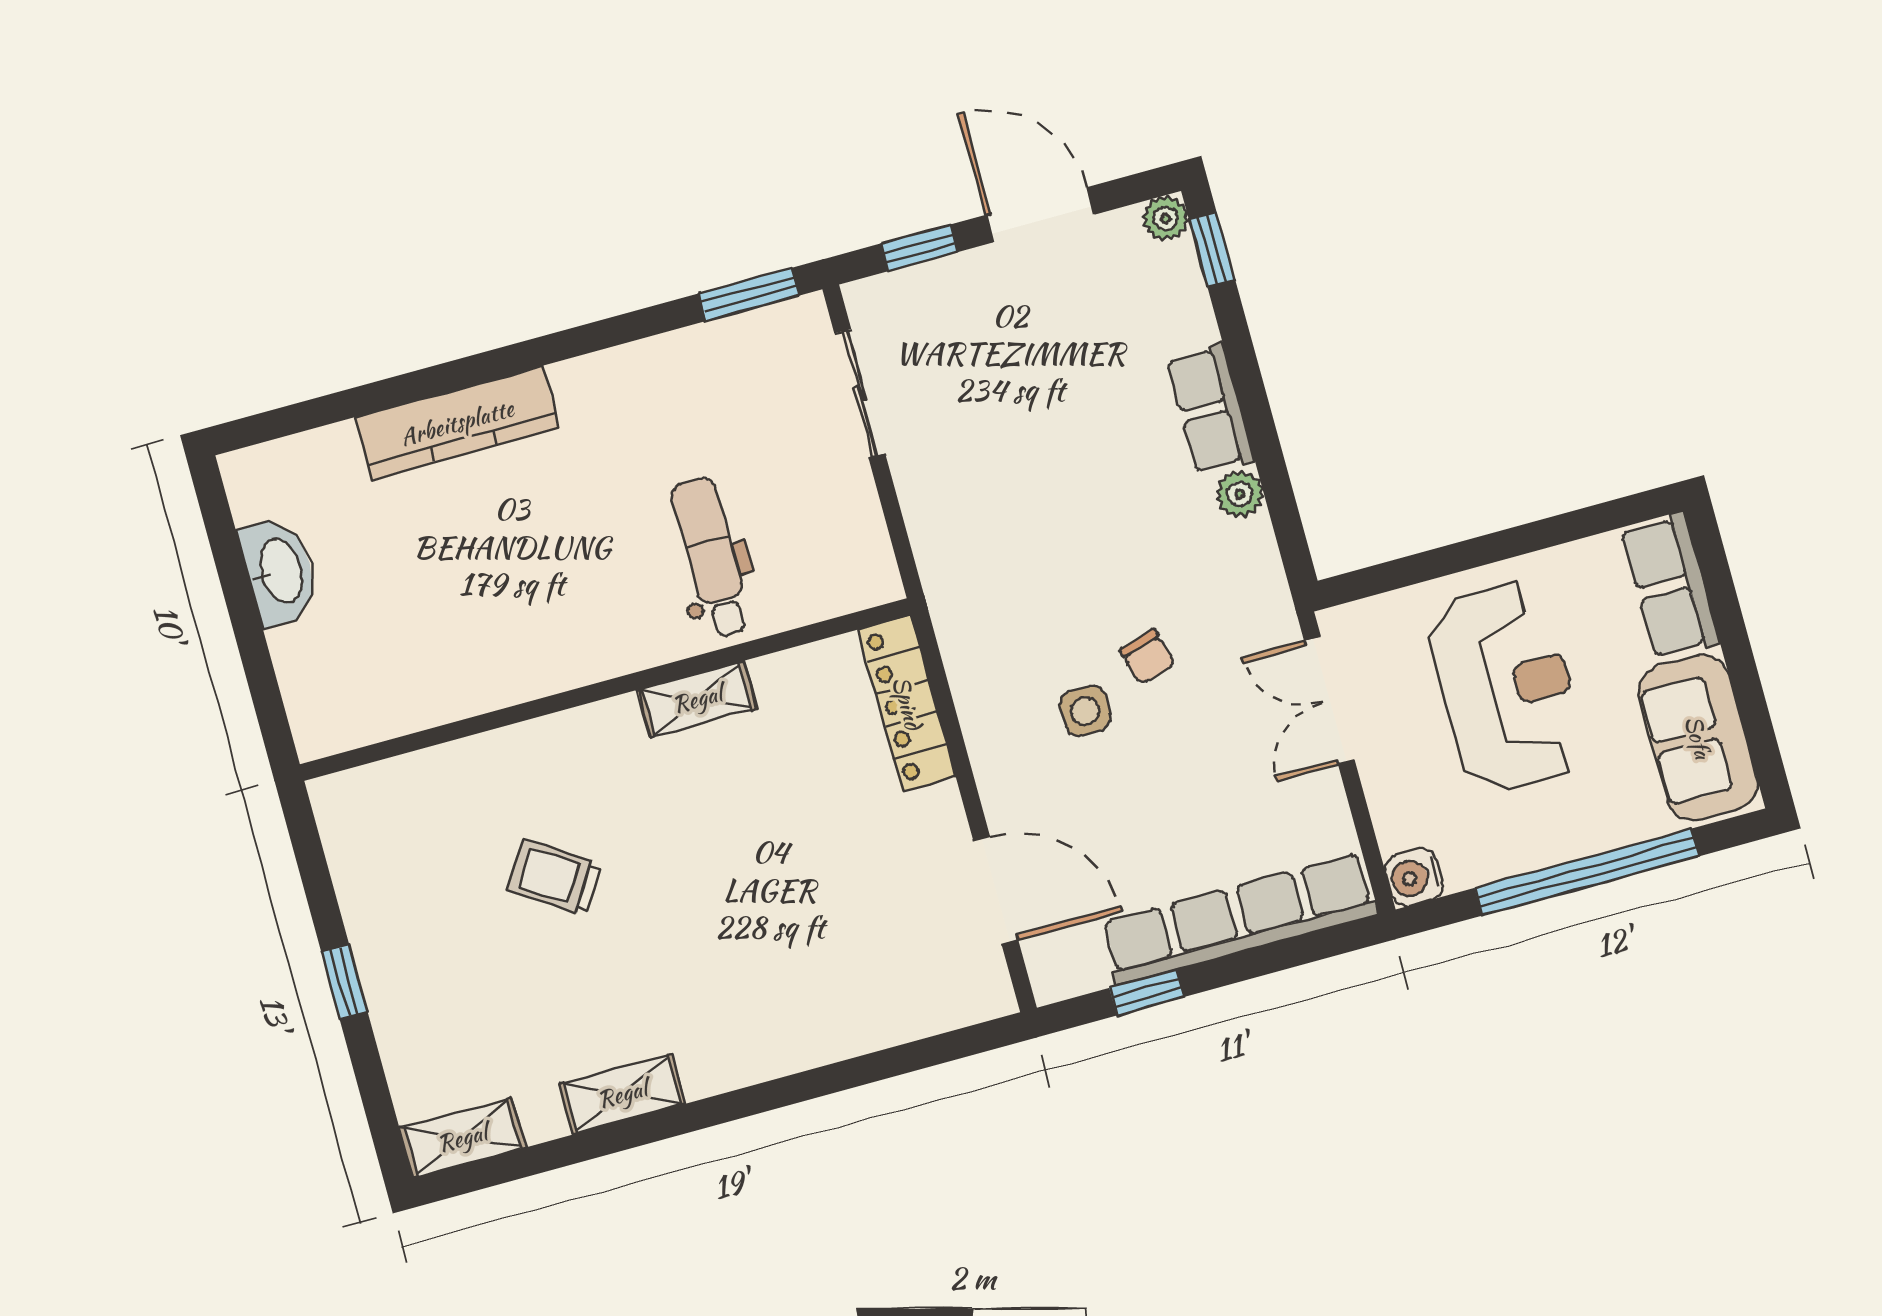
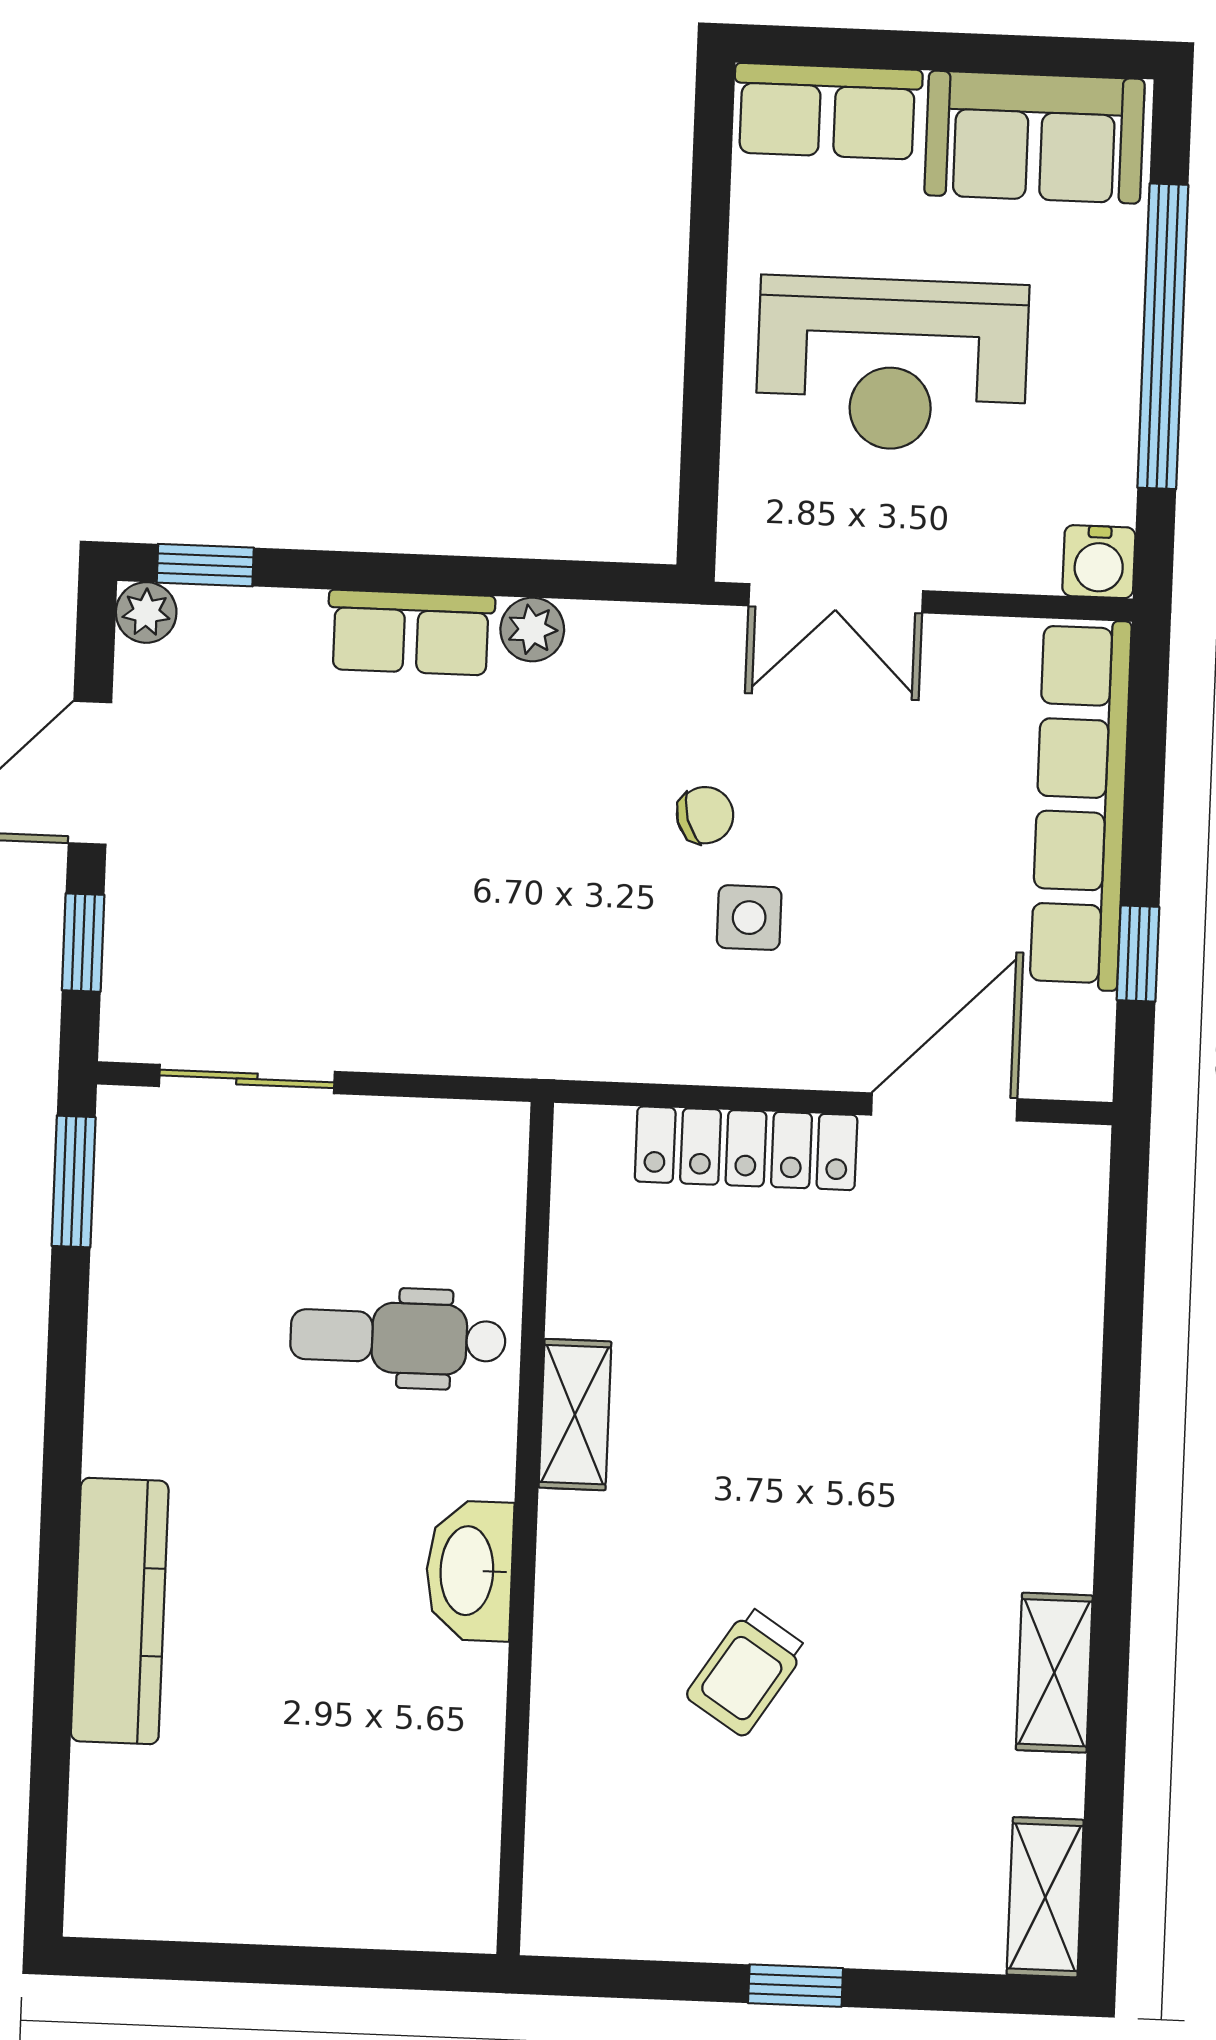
washbasin: (279, 571) -> (469, 1571), moved, turned -90
reception desk: (1507, 688) -> (892, 364), turned 180
locker: (907, 703) -> (746, 1148), moved

